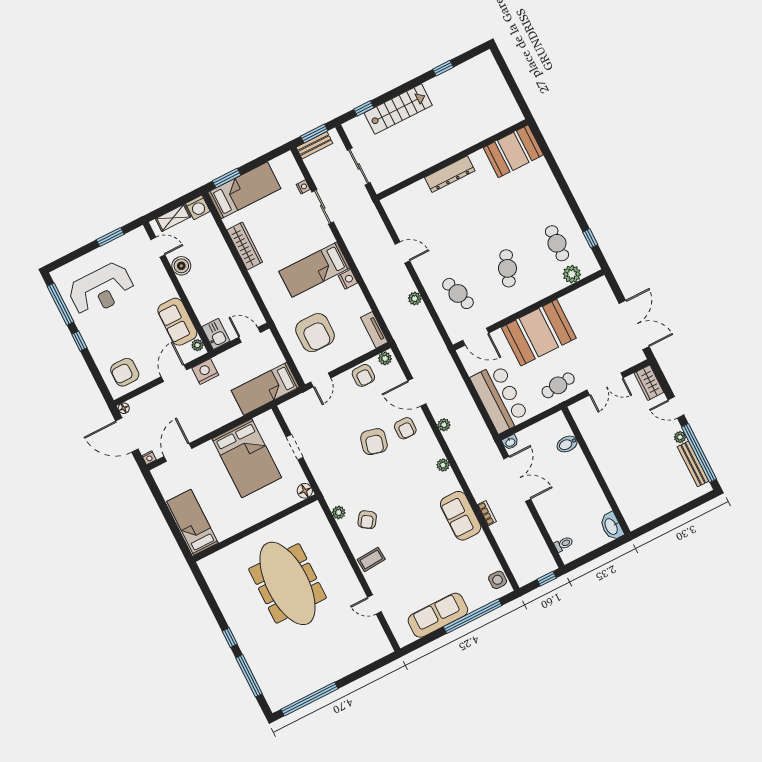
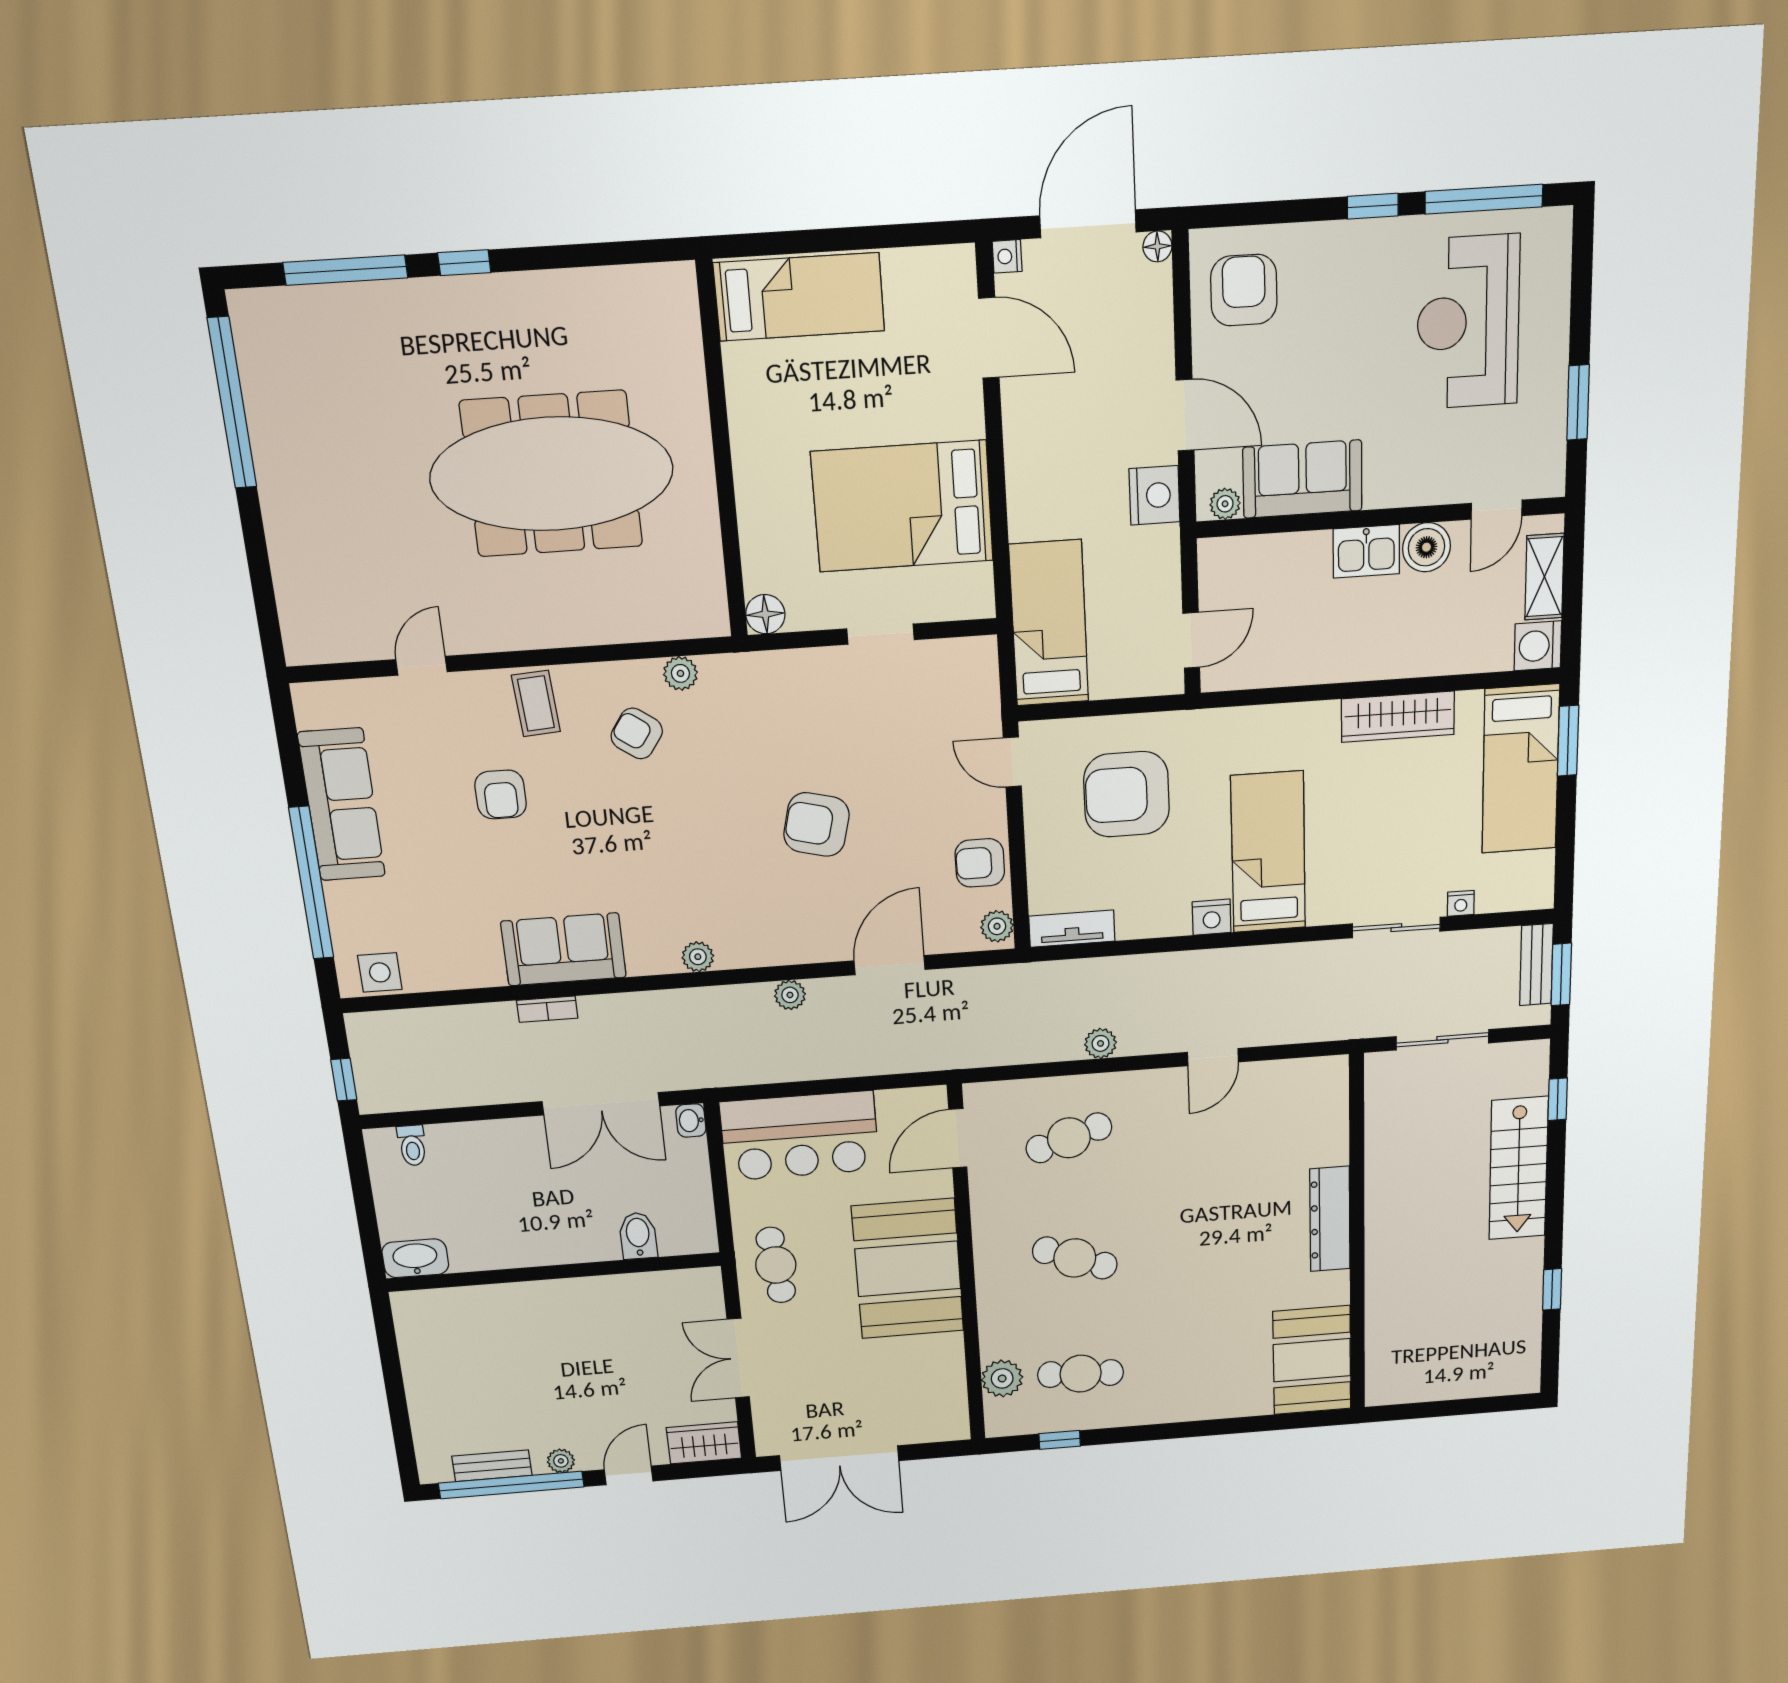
kitchen sink: (216, 334) -> (1366, 551), moved
armchair: (405, 428) -> (501, 795), moved, turned -90
bench: (693, 464) -> (492, 1466), width x0.73

